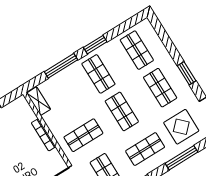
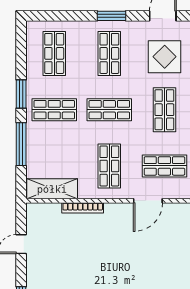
shop shelf: (137, 50) -> (54, 53), turned 90
shop shelf: (160, 88) -> (109, 53), turned 90
shelving: (38, 101) -> (52, 189), width x1.50, depth x1.33

